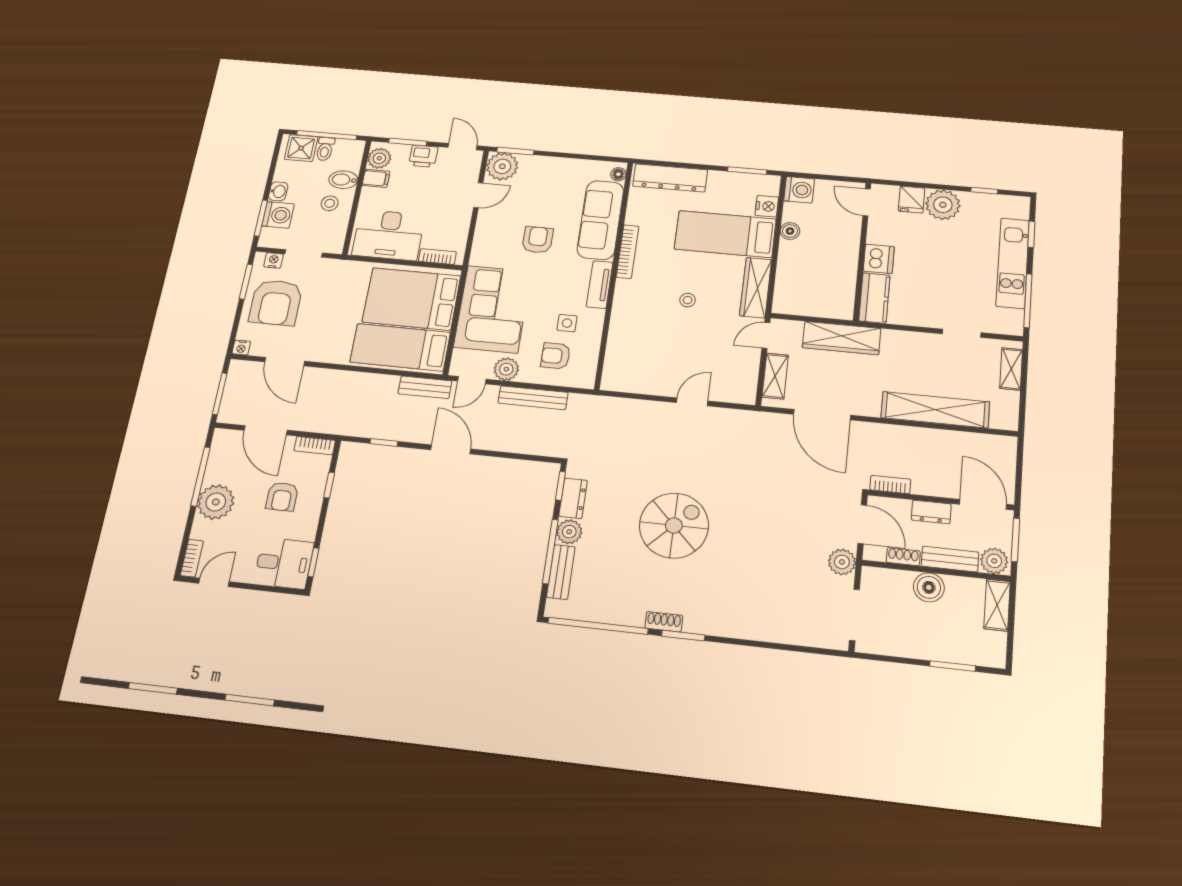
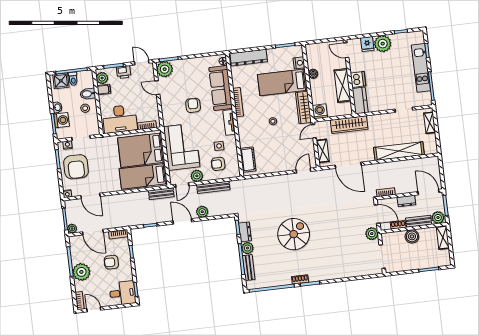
washing machine: (799, 190) -> (320, 111), moved, turned -90
door: (478, 195) -> (157, 88), swing flipped
shelving: (844, 264) -> (342, 86), added
cot: (618, 360) -> (248, 160), added
door: (692, 402) -> (303, 171), moved
plant: (227, 414) -> (72, 229), added
plant: (497, 440) -> (202, 212), added
armchair: (282, 497) -> (111, 262), turned 90
door: (214, 582) -> (94, 309), hinge flipped

